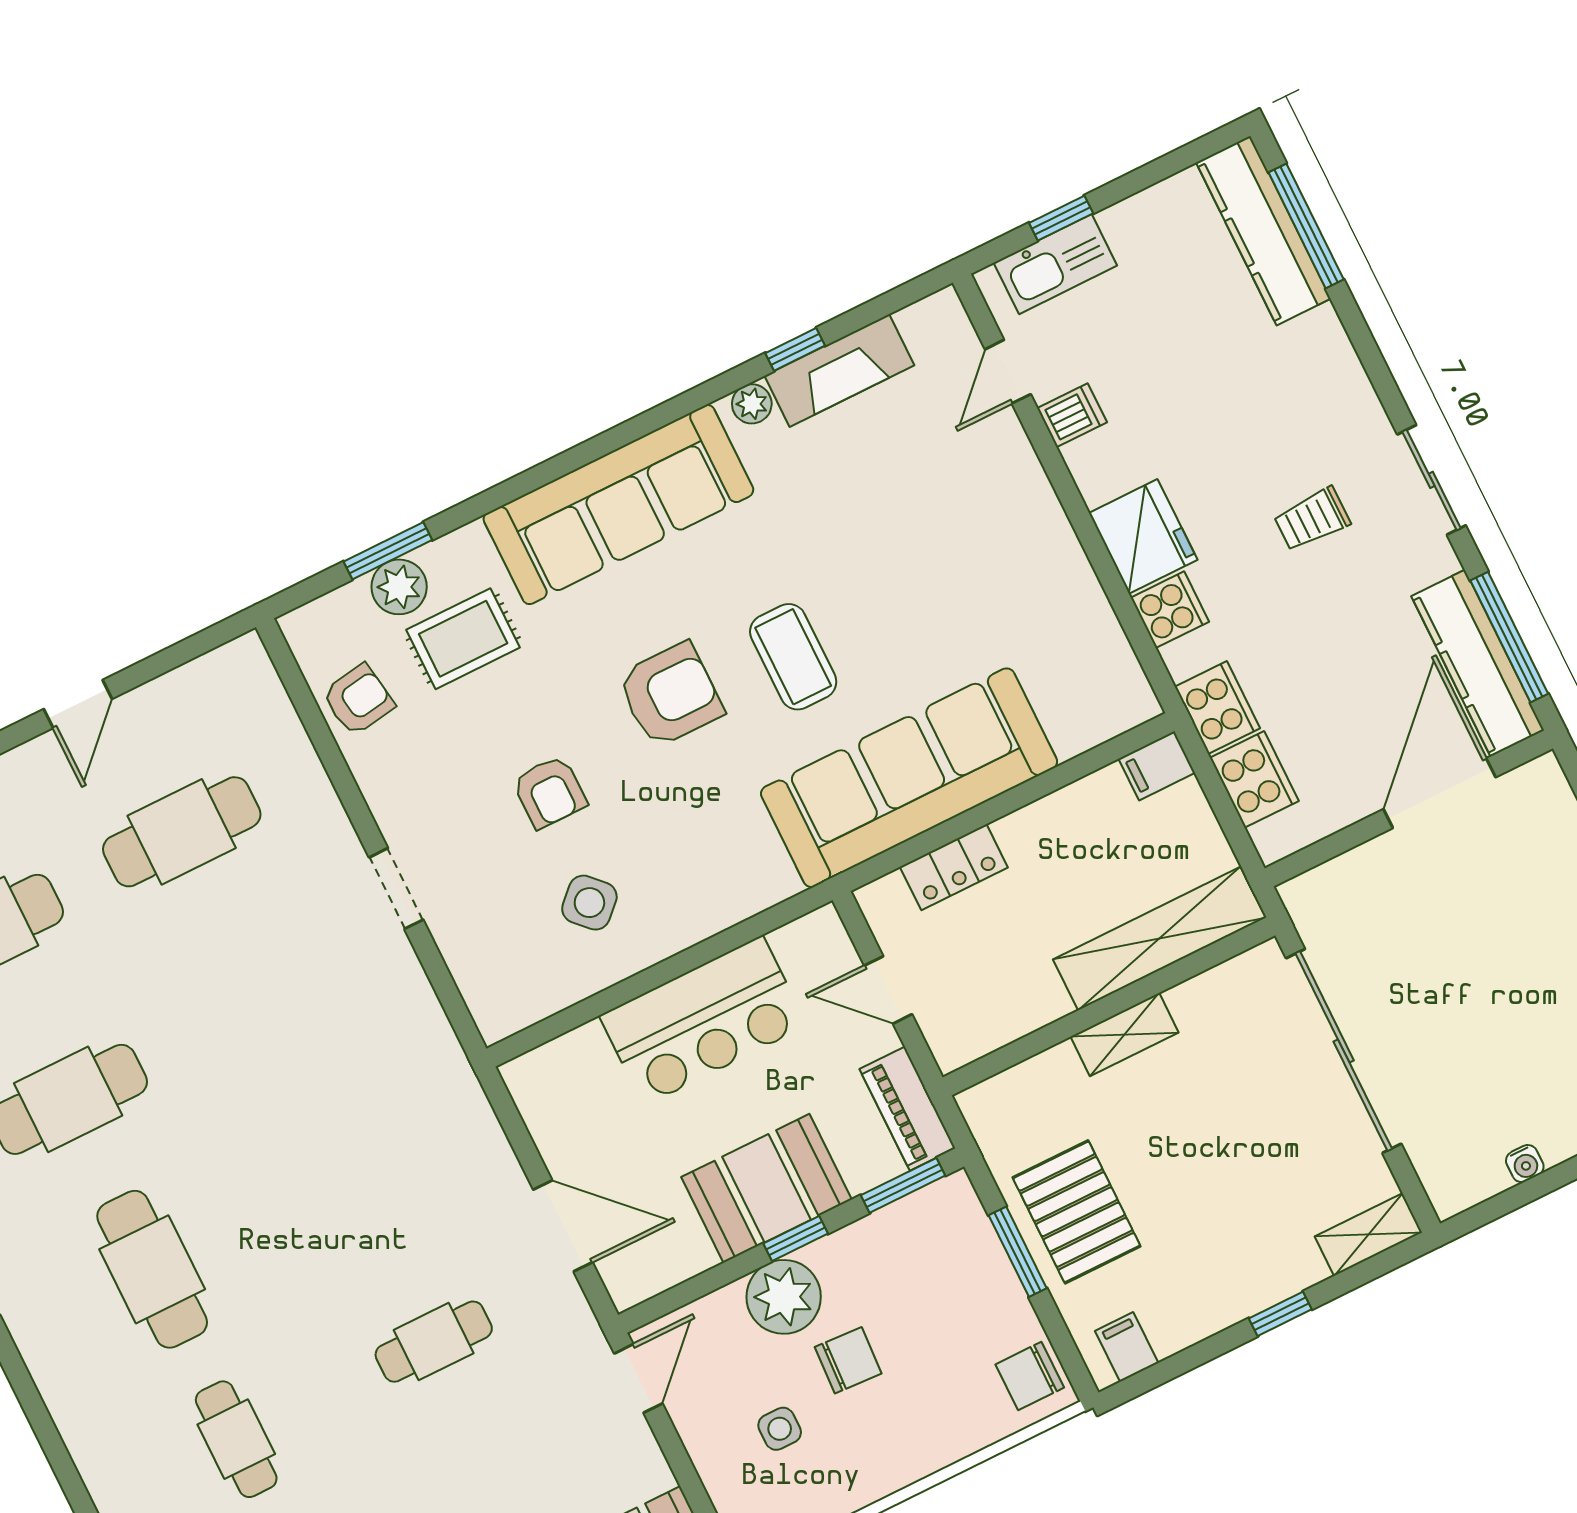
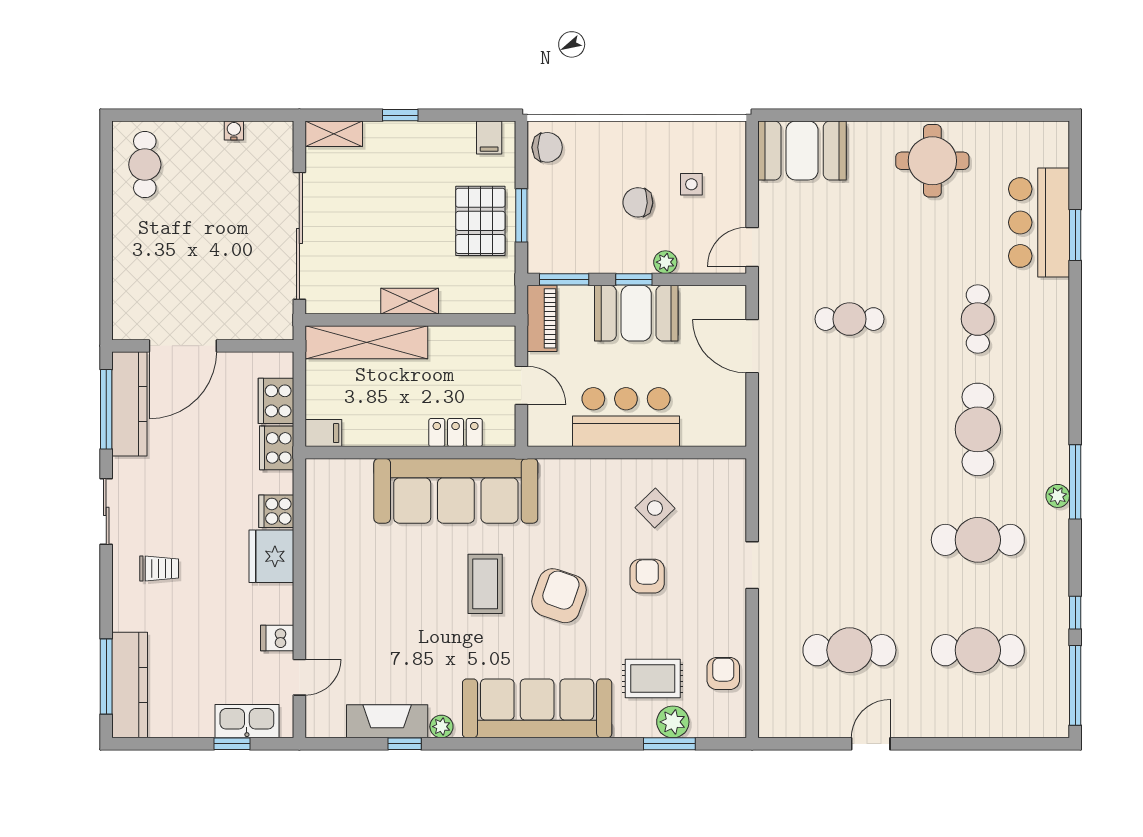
trolley: (1312, 519) -> (159, 569), moved
armchair: (670, 695) -> (559, 596), turned 109
armchair: (358, 700) -> (723, 674), turned 99
plant: (784, 1297) -> (665, 262), width x0.53, depth x0.53

